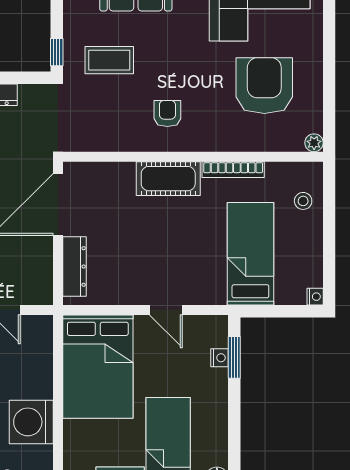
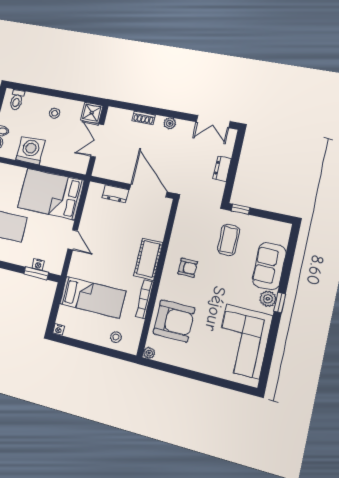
armchair: (264, 86) -> (174, 321), moved
dresser: (75, 266) -> (115, 194), width x0.70
door: (166, 310) -> (73, 240), swing flipped

